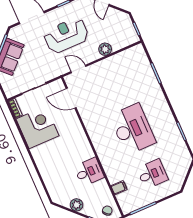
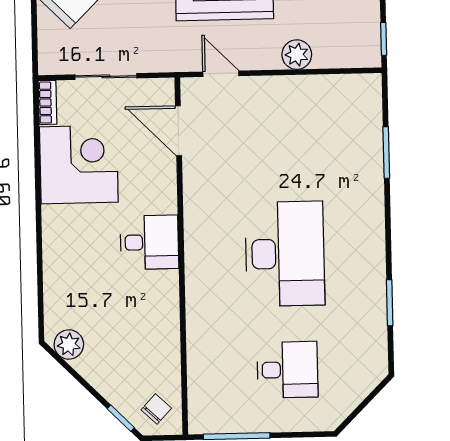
desk: (89, 172) -> (149, 242), moved
filing cabinet: (119, 188) -> (203, 369), removed
plant: (77, 205) -> (69, 345), moved

